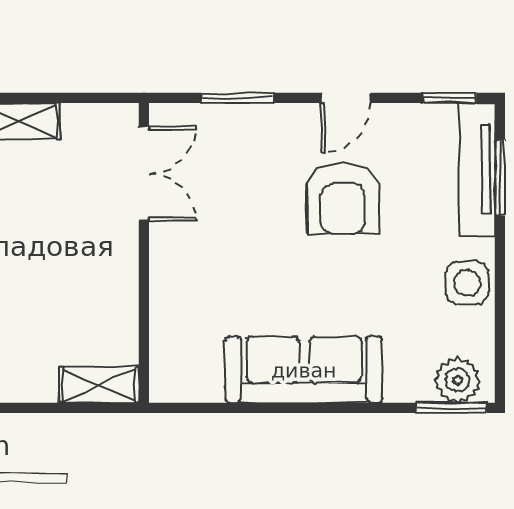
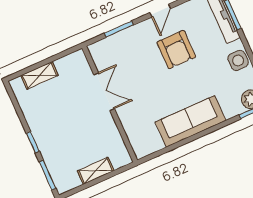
double door: (144, 173) -> (104, 92), moved
shelving: (99, 385) -> (96, 171), moved

